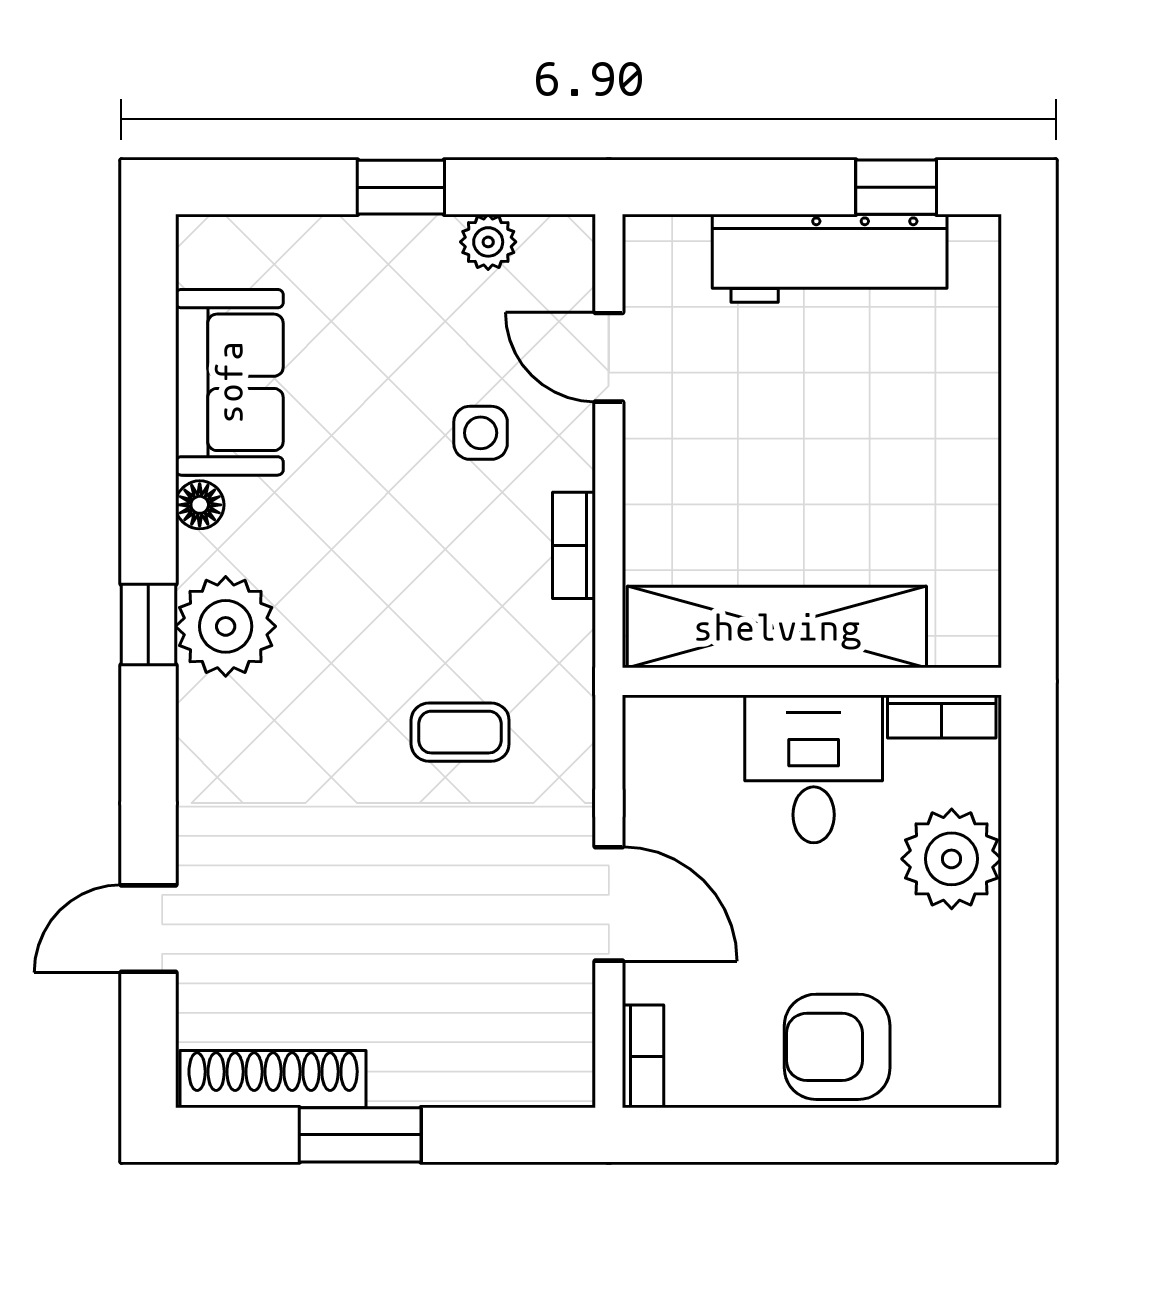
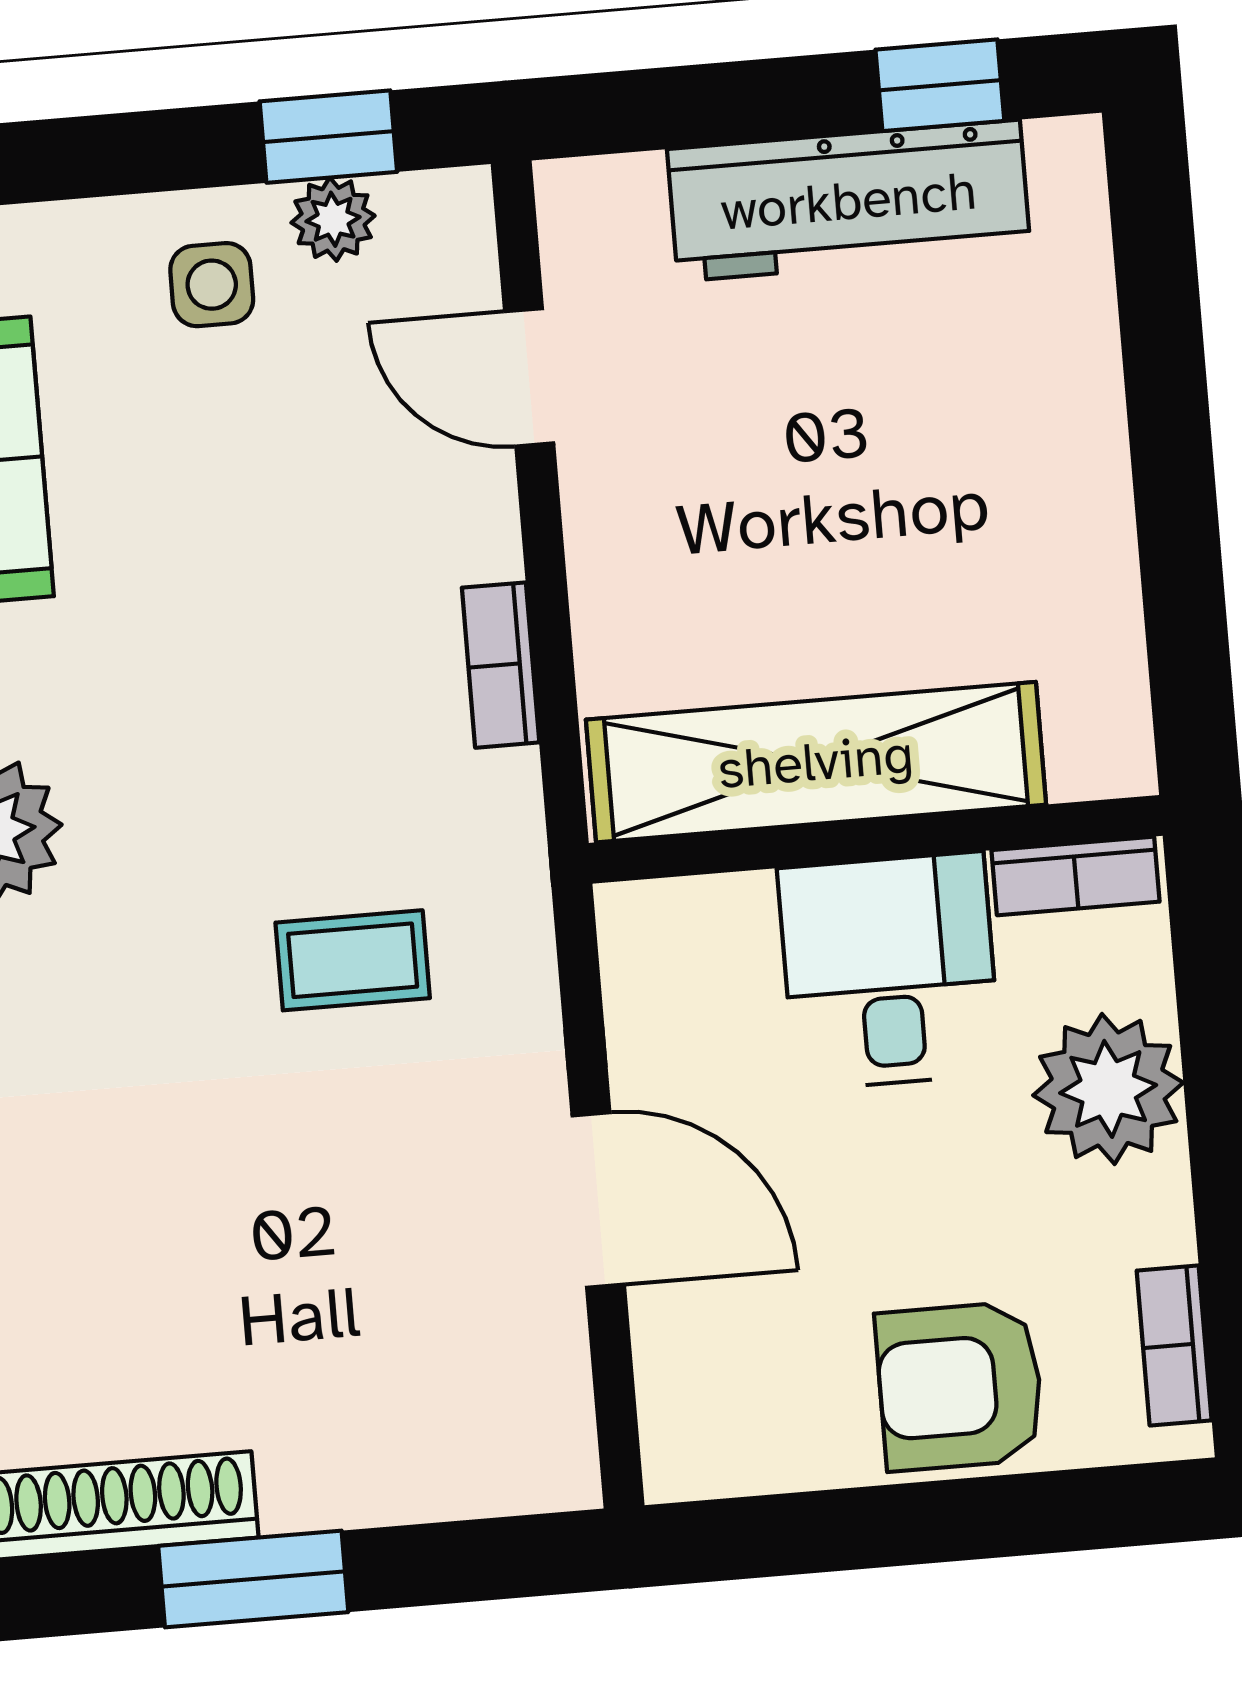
window: (401, 187) -> (328, 137), moved
side table: (481, 433) -> (212, 285), moved
bookcase: (643, 1056) -> (1174, 1345), moved, turned 180

